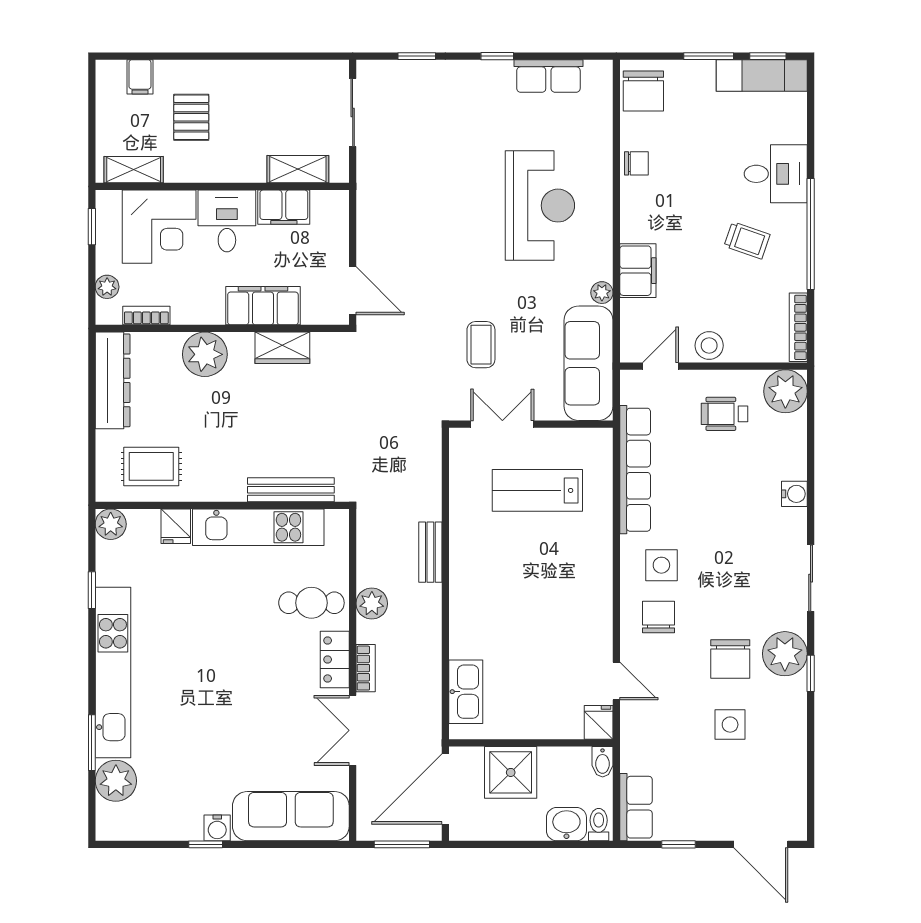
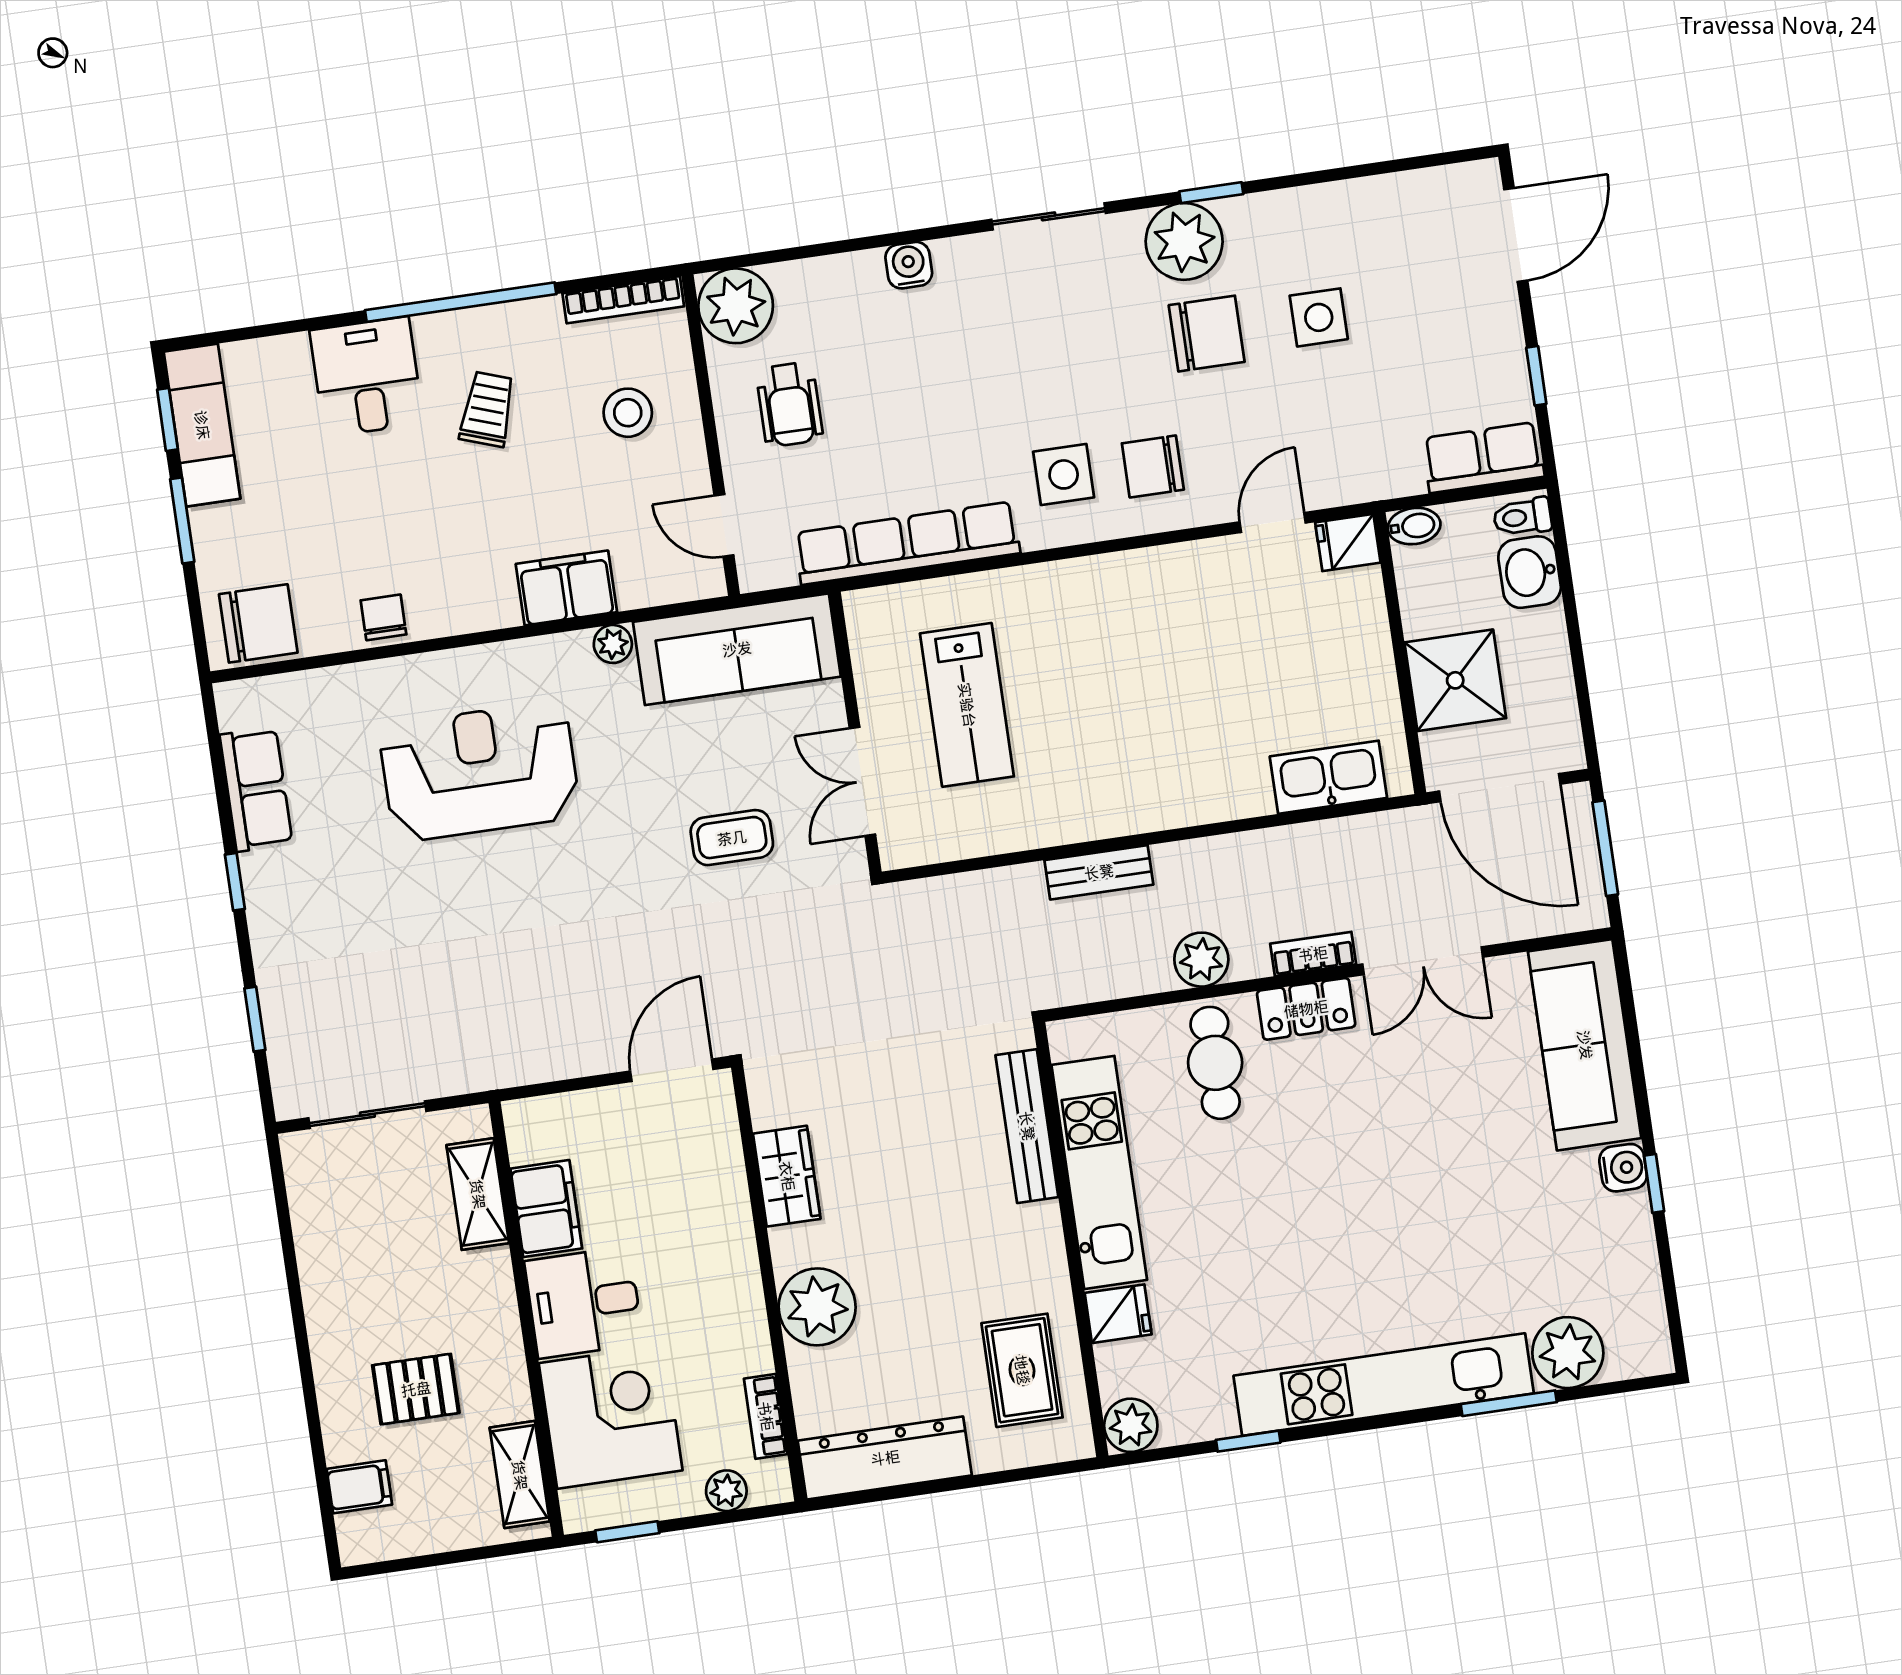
filing cabinet: (263, 306) -> (720, 1220), removed
stool: (709, 346) -> (628, 413), moved

